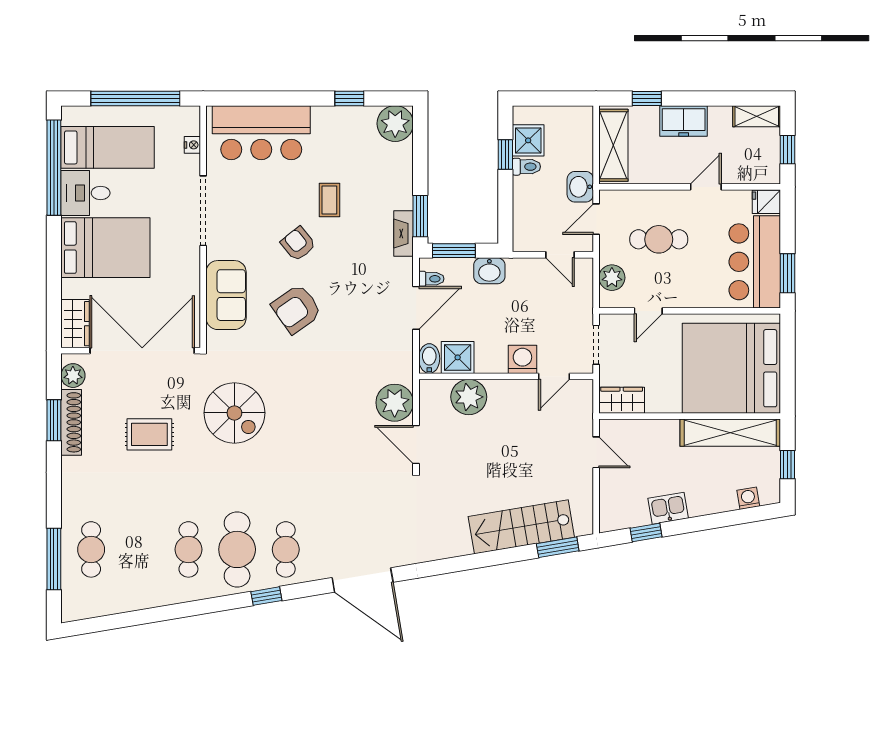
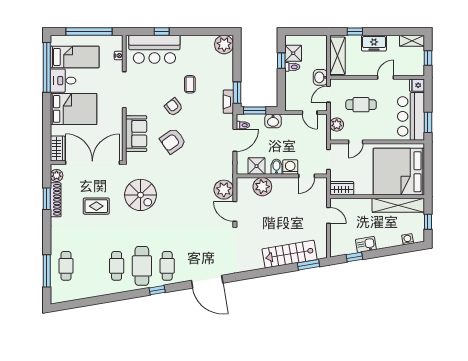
window: (349, 98) -> (162, 31), moved
bidet: (429, 359) -> (276, 167), moved

